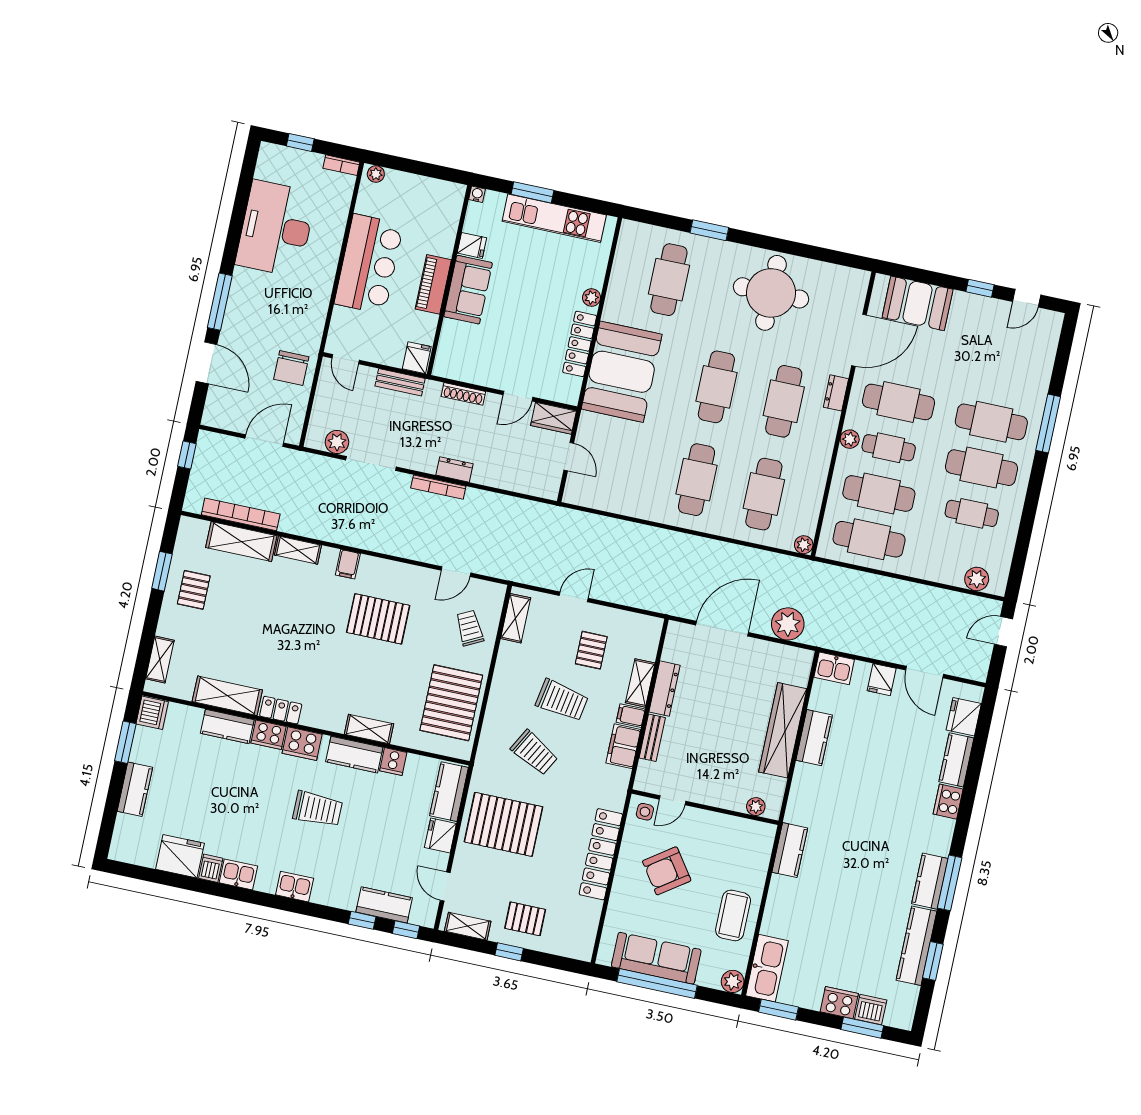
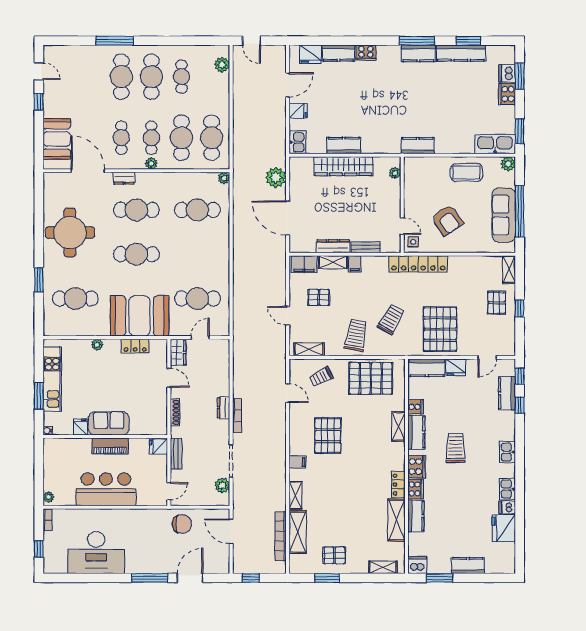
locker: (580, 344) -> (135, 346), width x0.66
cafe table: (898, 402) -> (121, 138), width x0.73, depth x0.74
cafe table: (697, 480) -> (197, 298), moved
trolley: (562, 700) -> (356, 335), moved
filing cabinet: (623, 746) -> (304, 264), moved
locker: (601, 854) -> (418, 264), moved
shelving: (468, 926) -> (509, 270), moved

